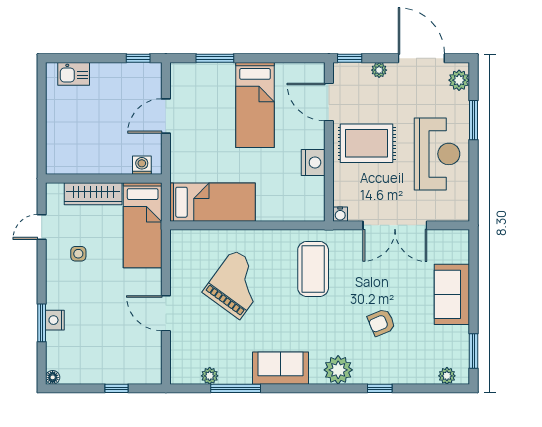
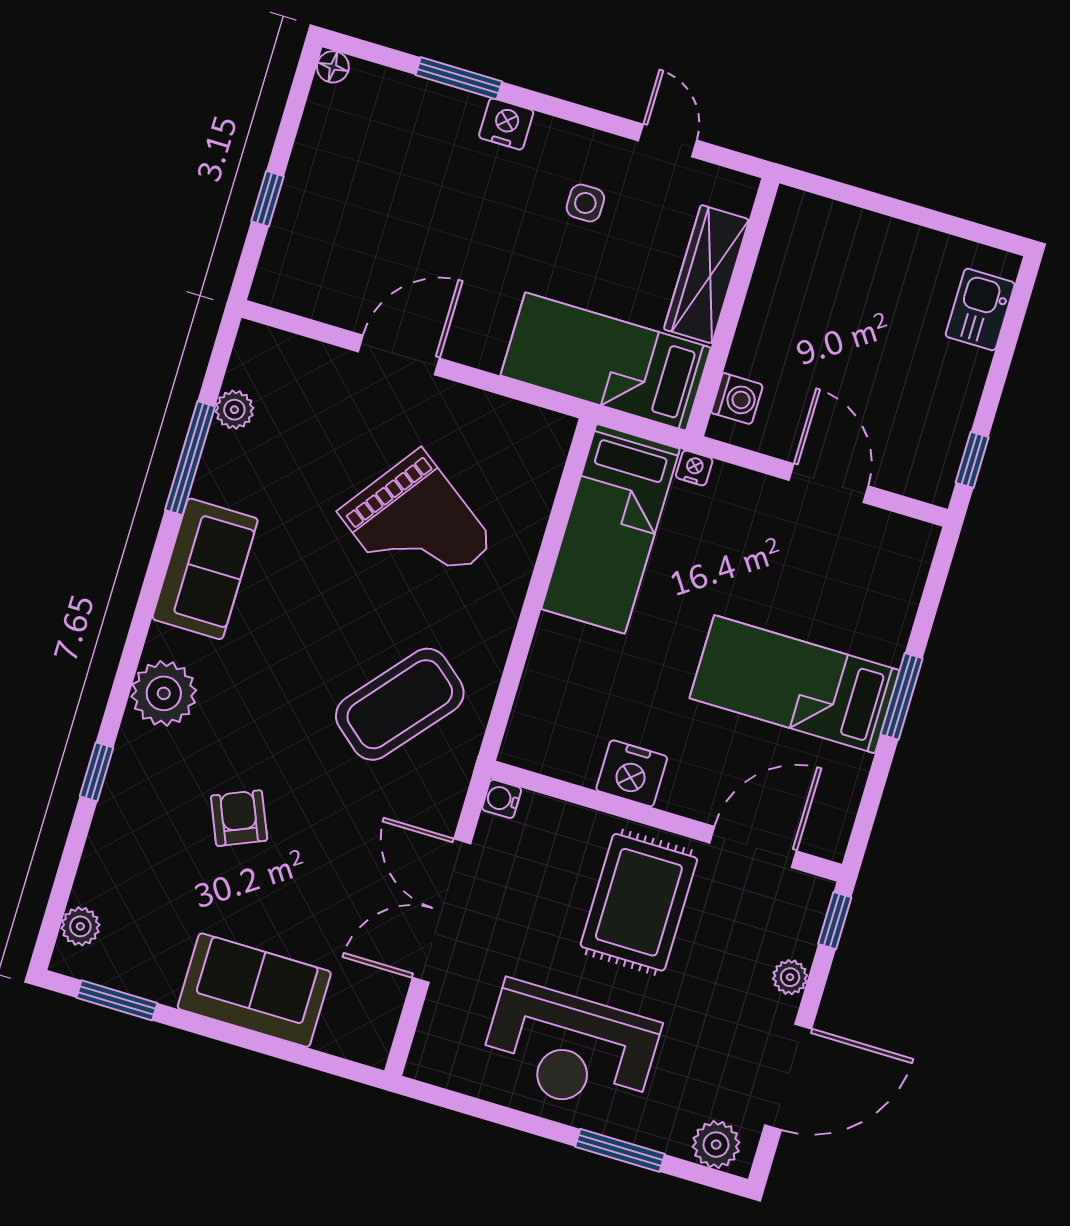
window: (215, 58) -> (902, 696), moved
nightstand: (176, 175) -> (694, 468), added
coffee table: (313, 269) -> (400, 704), turned -50
nightstand: (55, 320) -> (506, 124), moved

